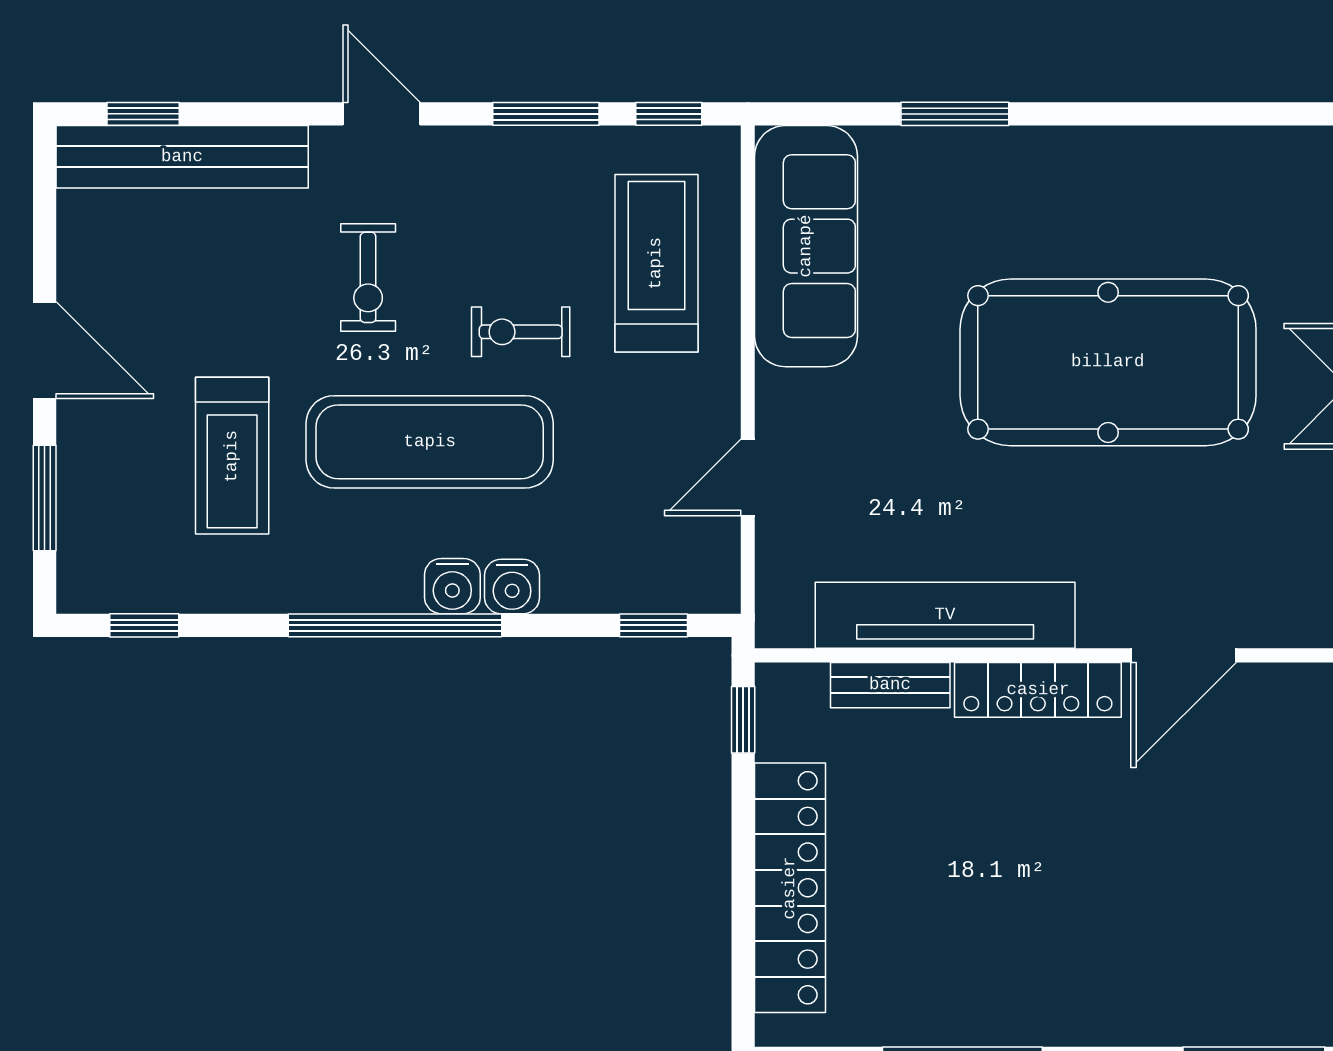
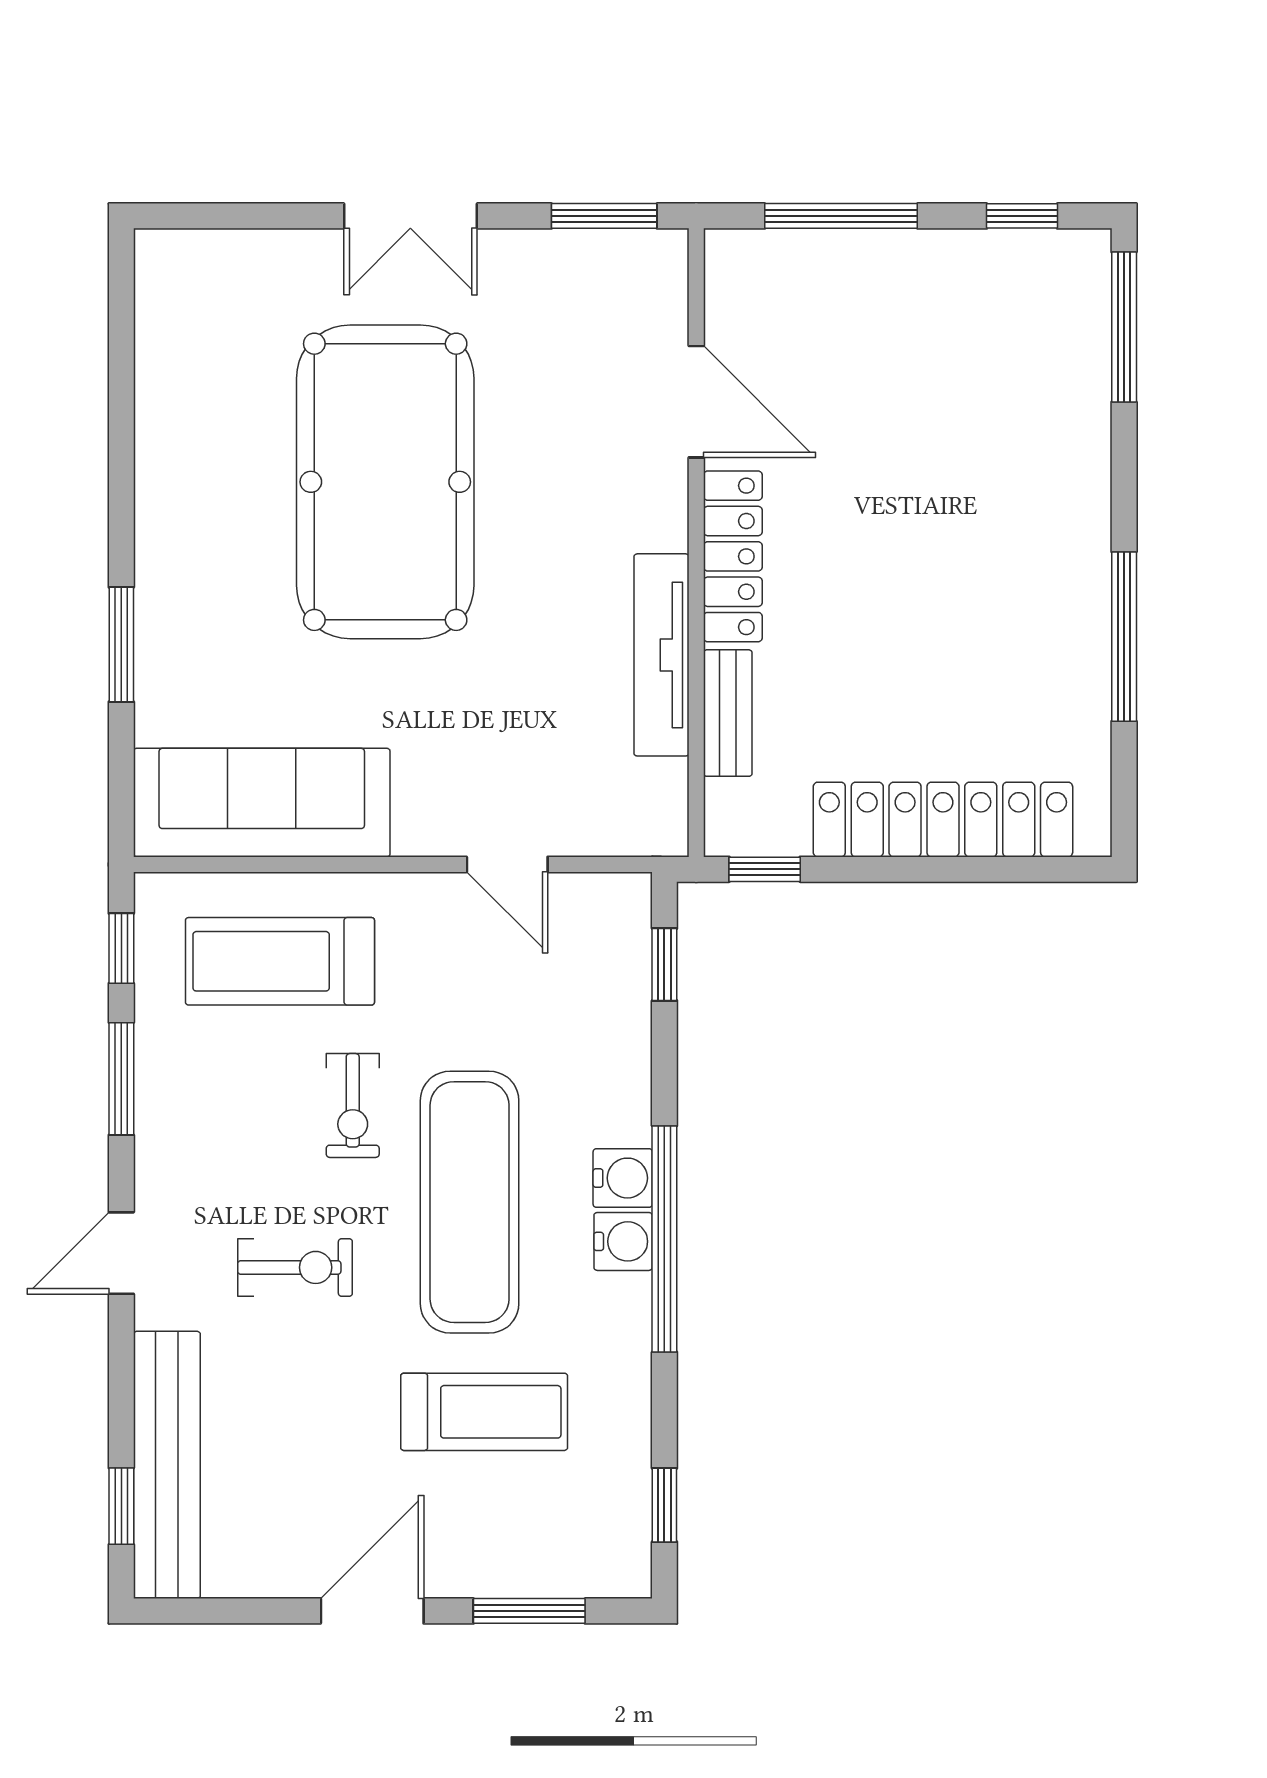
water cooler: (512, 586) -> (623, 1241), moved
tv unit: (945, 615) -> (661, 655), width x0.73, depth x0.78

